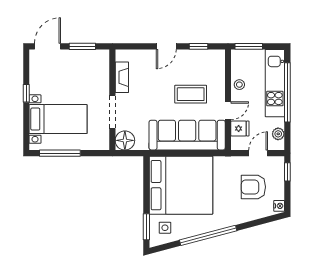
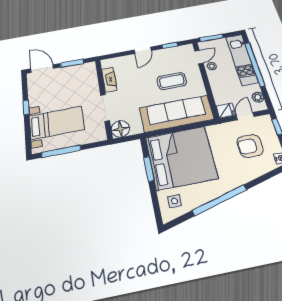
door: (47, 46) -> (42, 69), hinge flipped
door: (228, 111) -> (199, 57), moved
fridge: (240, 129) -> (226, 111), moved
window: (146, 227) -> (149, 169), moved

